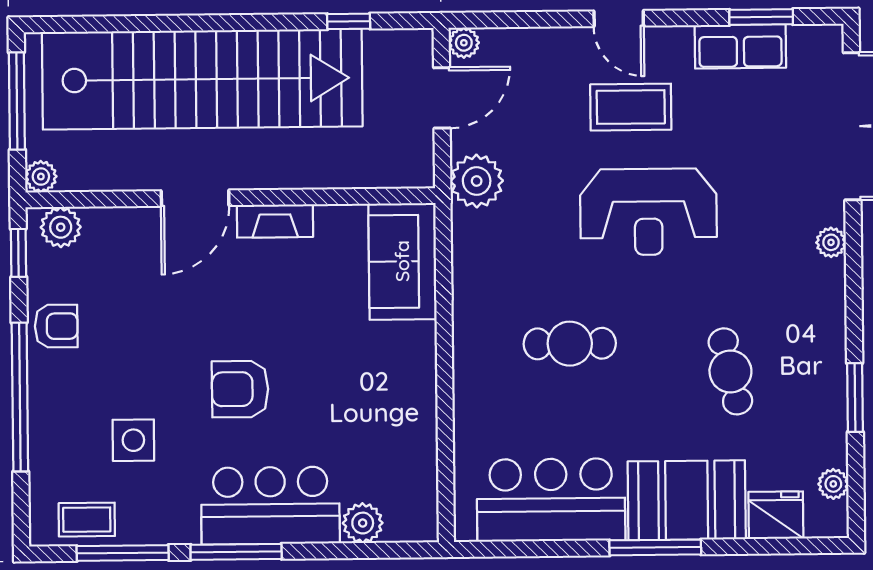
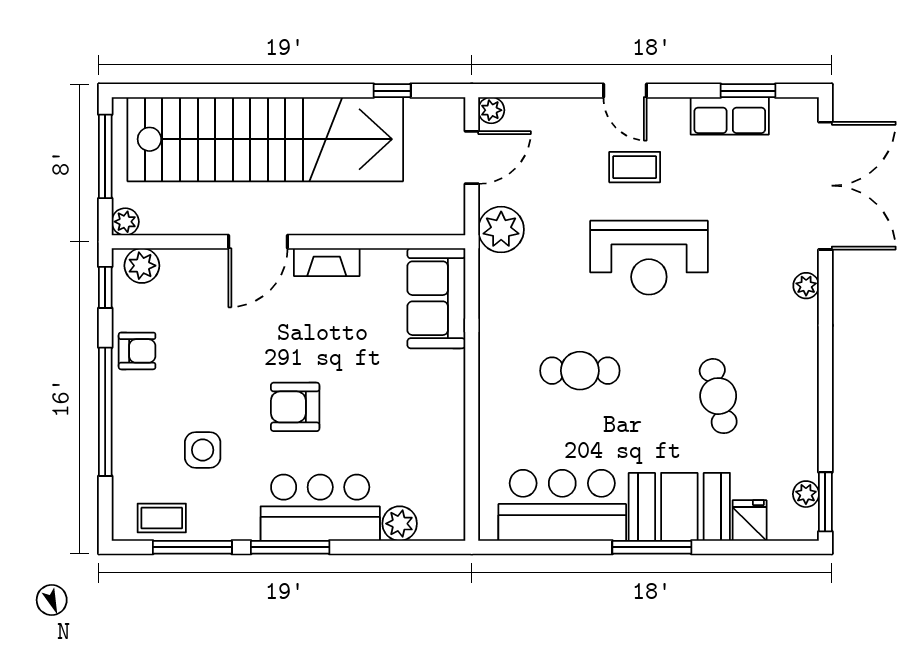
coffee table: (631, 107) -> (635, 167), width x0.73, depth x0.77
window: (855, 398) -> (825, 502), moved
fridge: (776, 515) -> (750, 520), width x0.72

